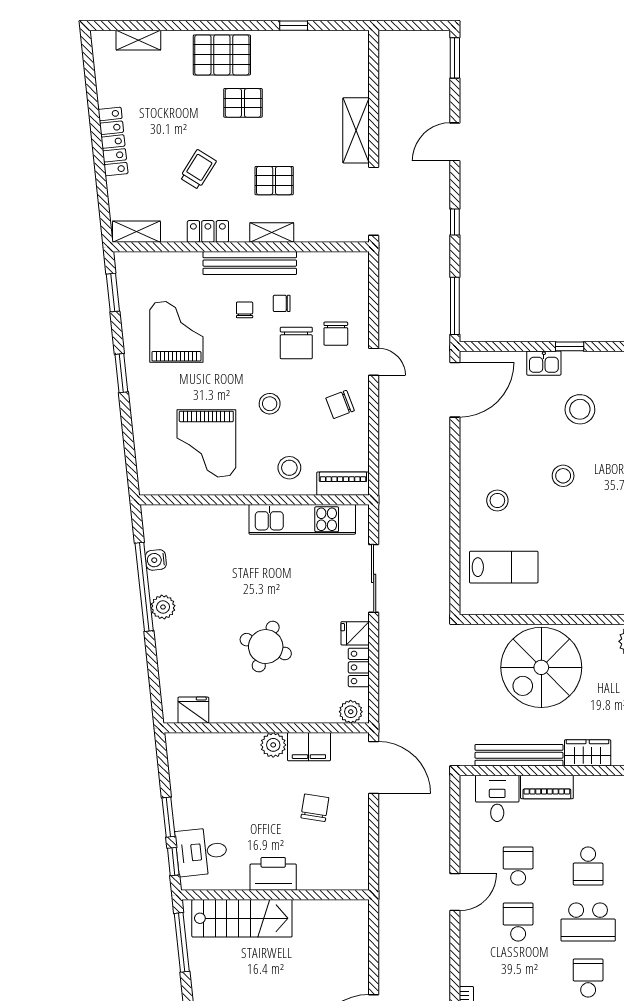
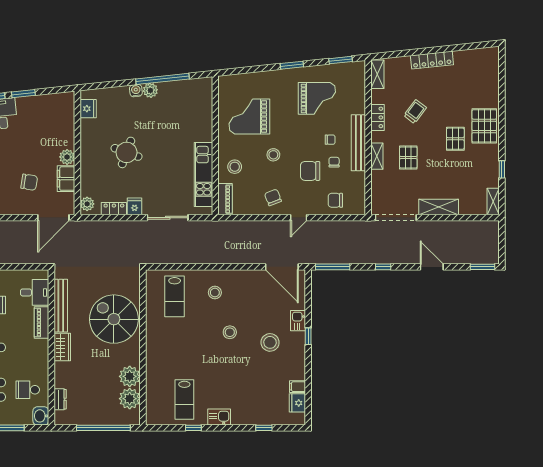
shelving: (138, 40) -> (493, 202), moved
trolley: (198, 169) -> (415, 112), turned -85
chair: (336, 334) -> (335, 200), moved
water cooler: (156, 560) -> (136, 91), moved

